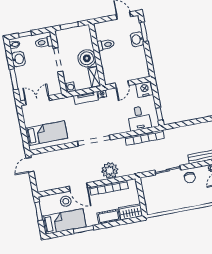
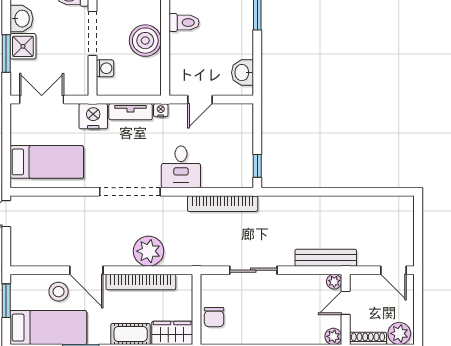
washbasin: (137, 39) -> (242, 73), moved
shower: (22, 74) -> (23, 46), added
shelving: (94, 77) -> (153, 77), removed
washing machine: (70, 87) -> (105, 68), moved
nightstand: (145, 89) -> (93, 116), moved
desk: (139, 118) -> (181, 167), moved
chair: (190, 178) -> (214, 317), moved

